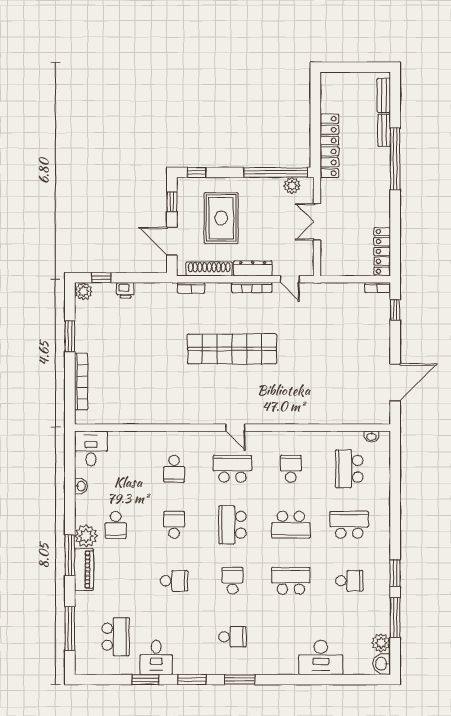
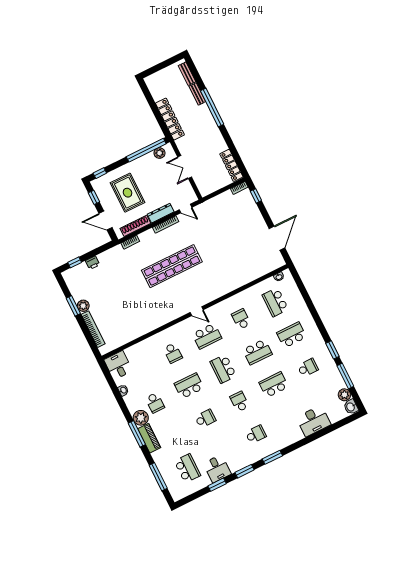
plant: (83, 291) -> (83, 306), moved
school desk: (232, 469) -> (207, 336), turned 180
school desk: (174, 525) -> (189, 386), width x1.85

